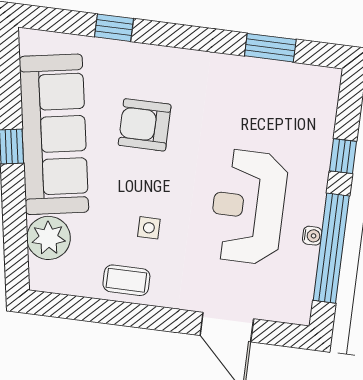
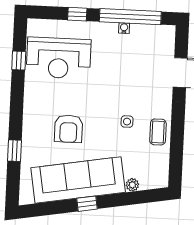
window: (270, 48) -> (19, 61), width x0.67
reception desk: (248, 207) -> (59, 58), moved
plant: (49, 238) -> (132, 185), width x0.53, depth x0.53

